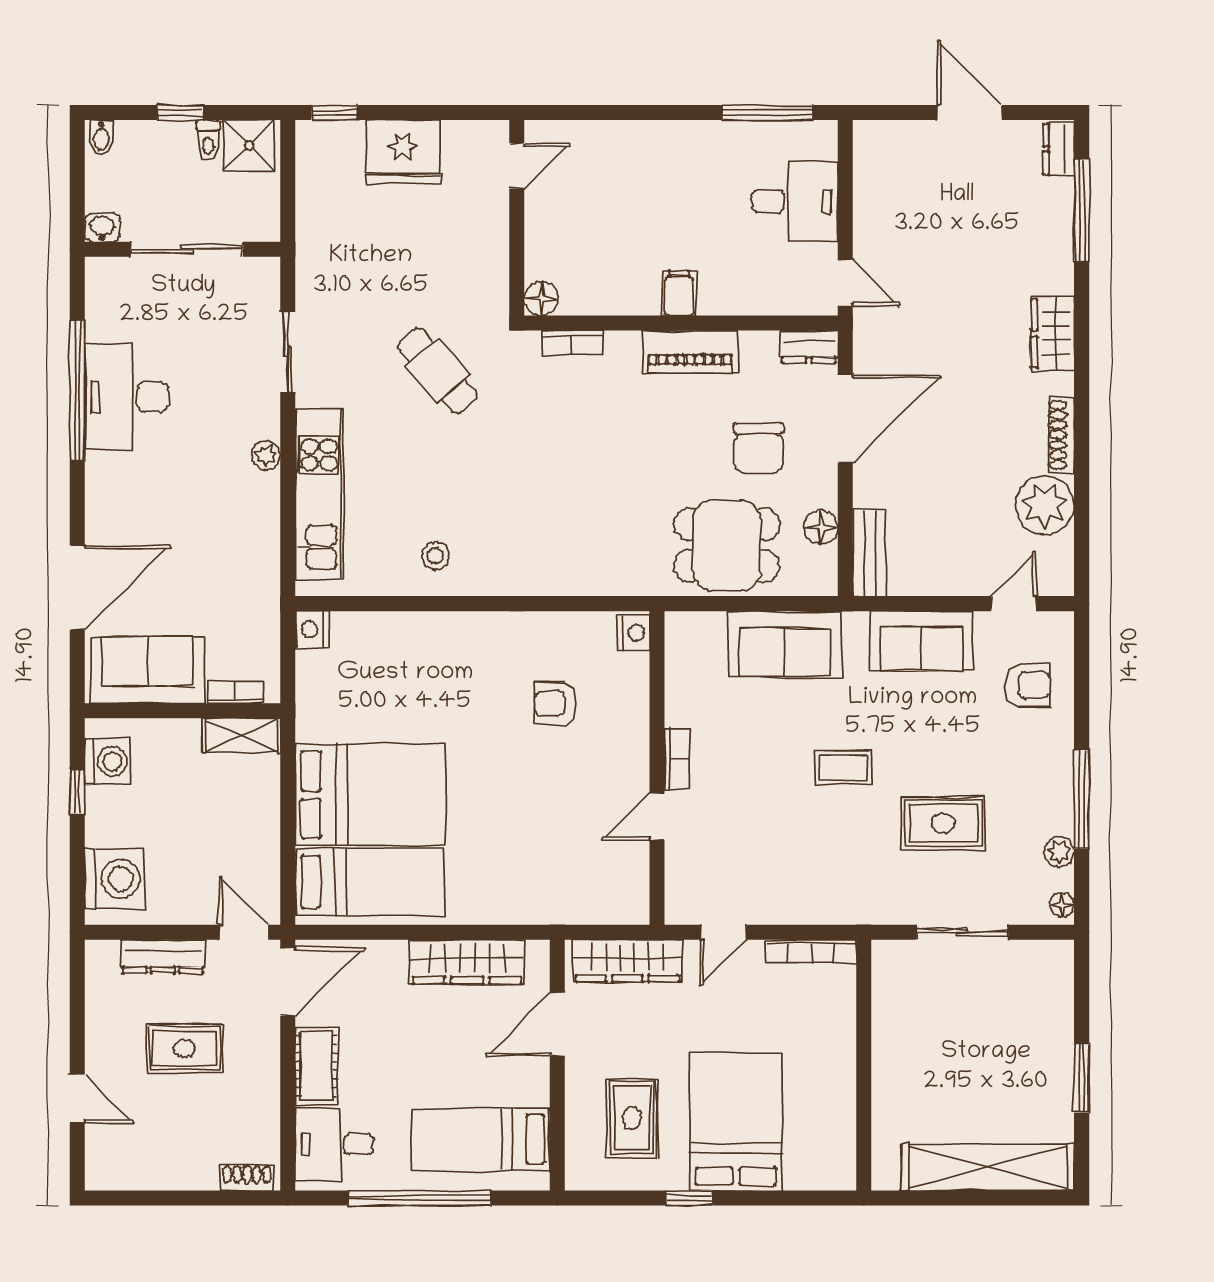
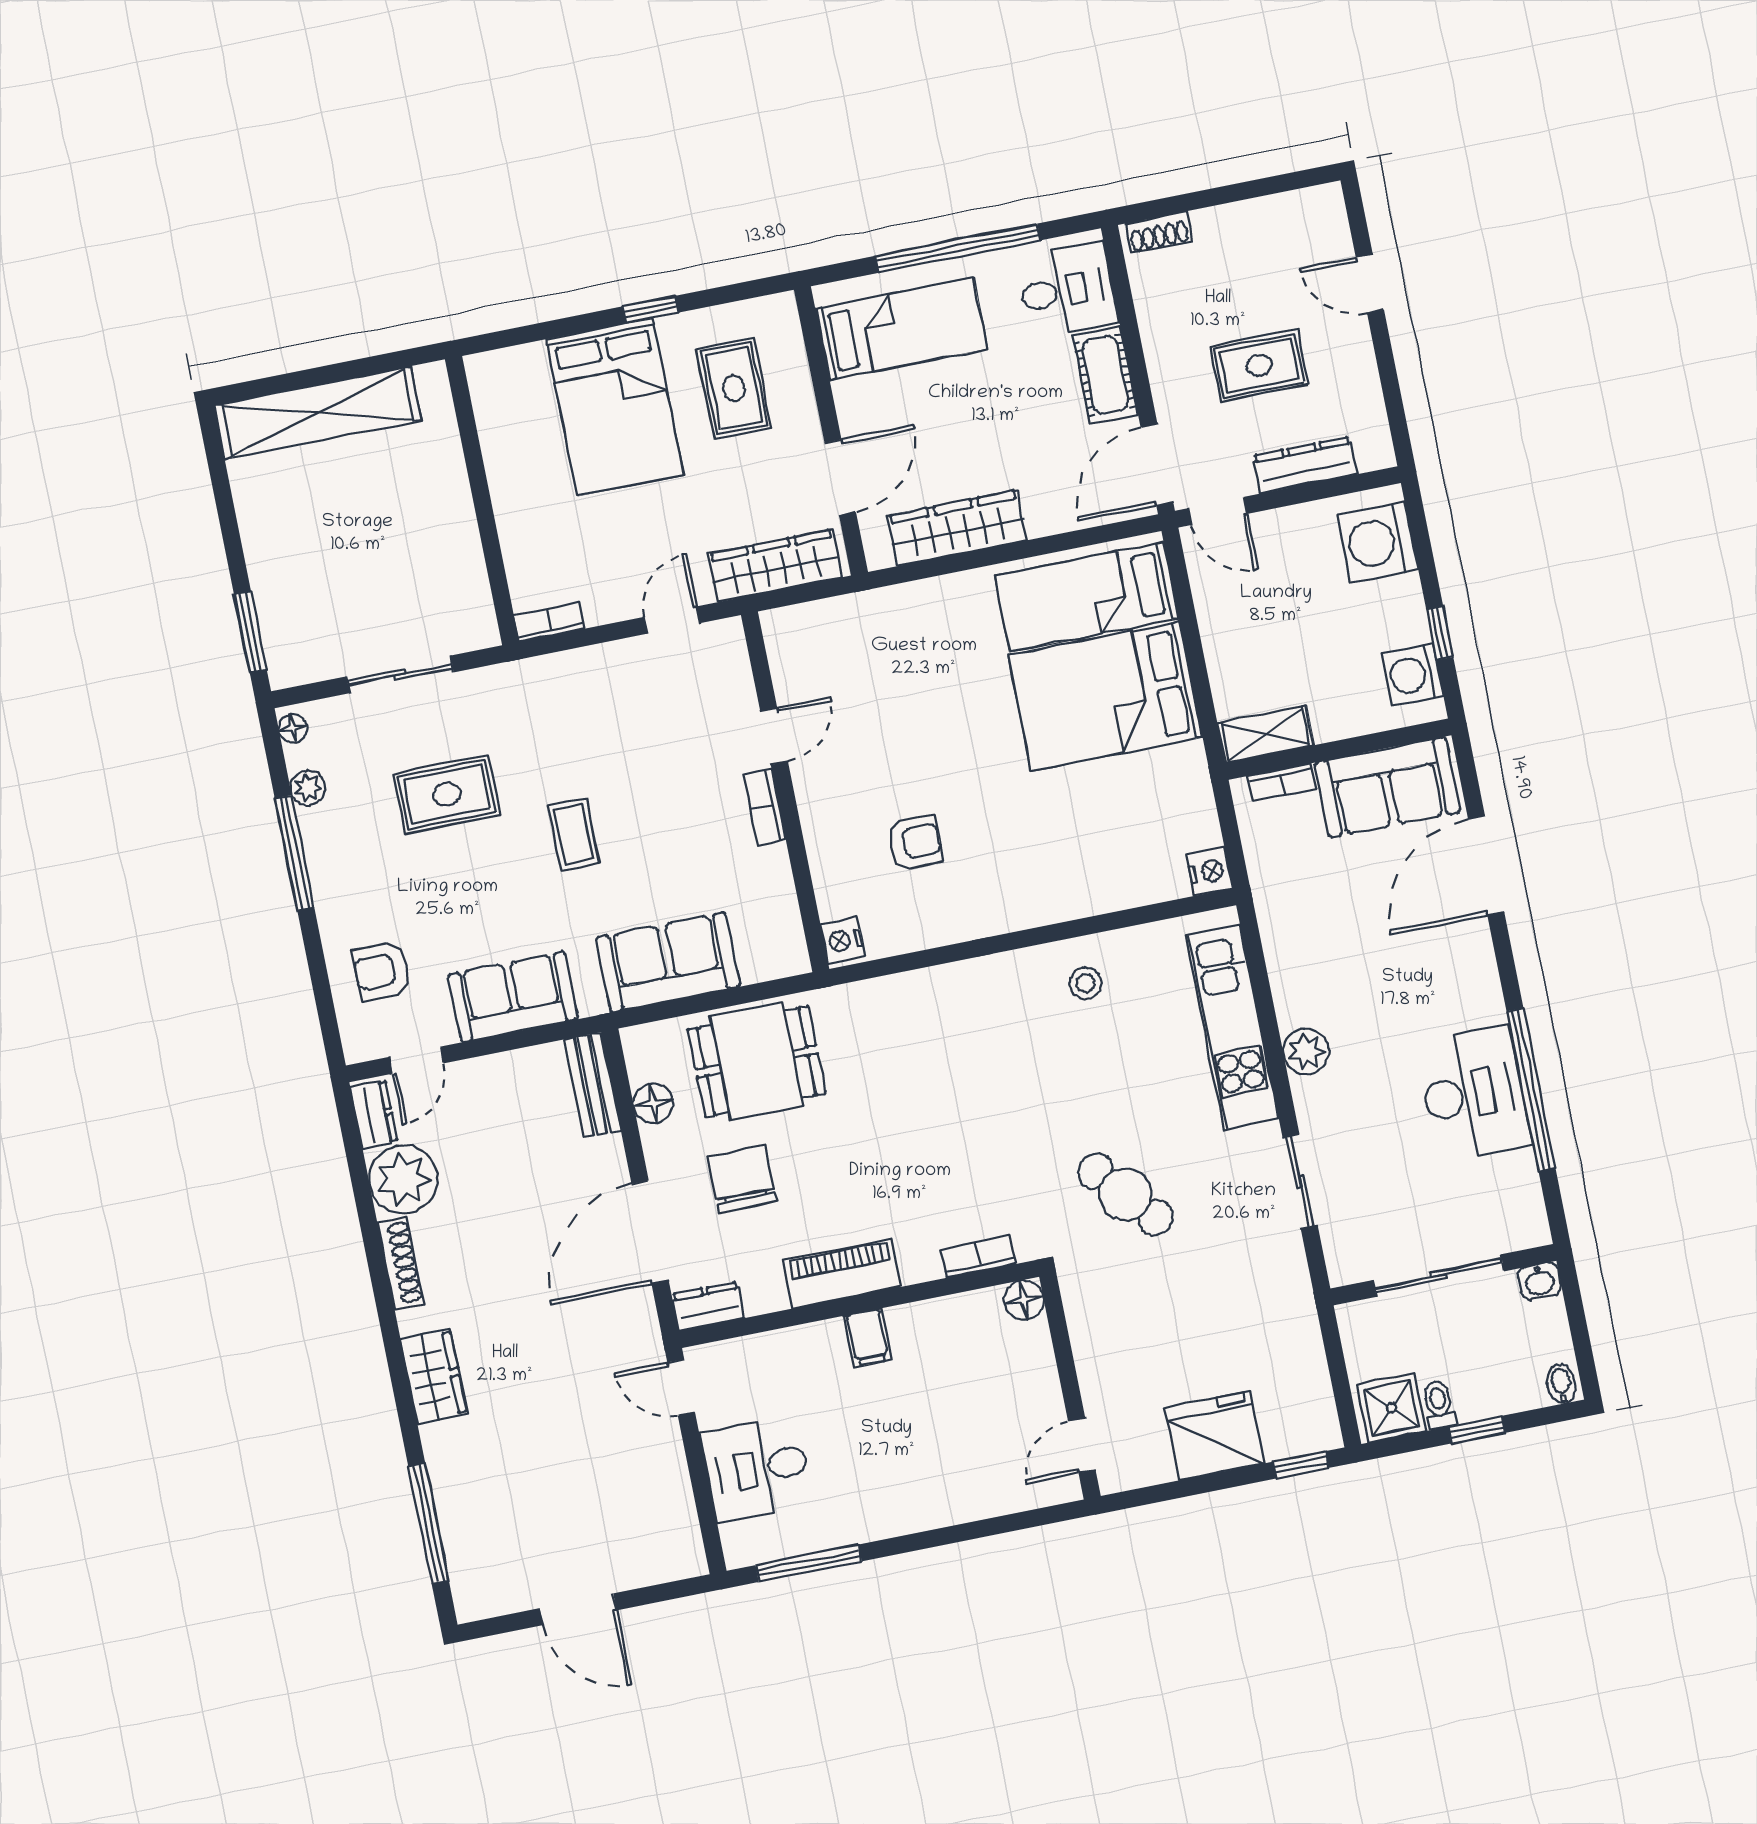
dresser: (1059, 149) -> (374, 1114), moved
plant: (266, 455) -> (1306, 1051), width x1.38, depth x1.38
coffee table: (843, 768) -> (574, 834), turned 90
bookcase: (811, 951) -> (549, 622), width x0.64
window: (1082, 1078) -> (250, 632), moved

